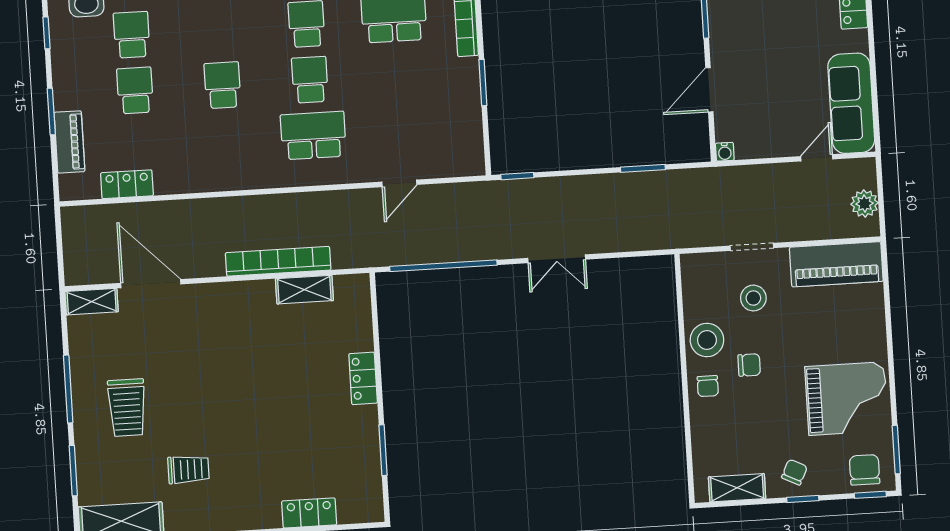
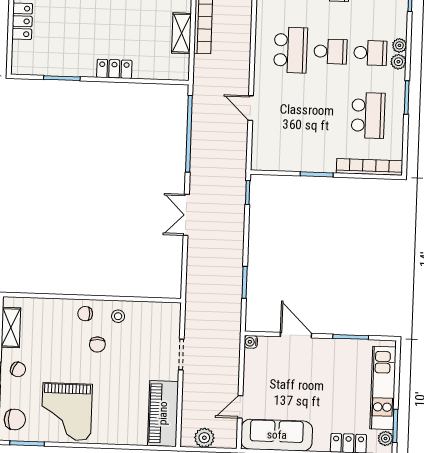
door: (817, 158) -> (240, 407), swing flipped
stool: (753, 298) -> (145, 352), removed
stool: (707, 340) -> (118, 316), width x0.53, depth x0.53

